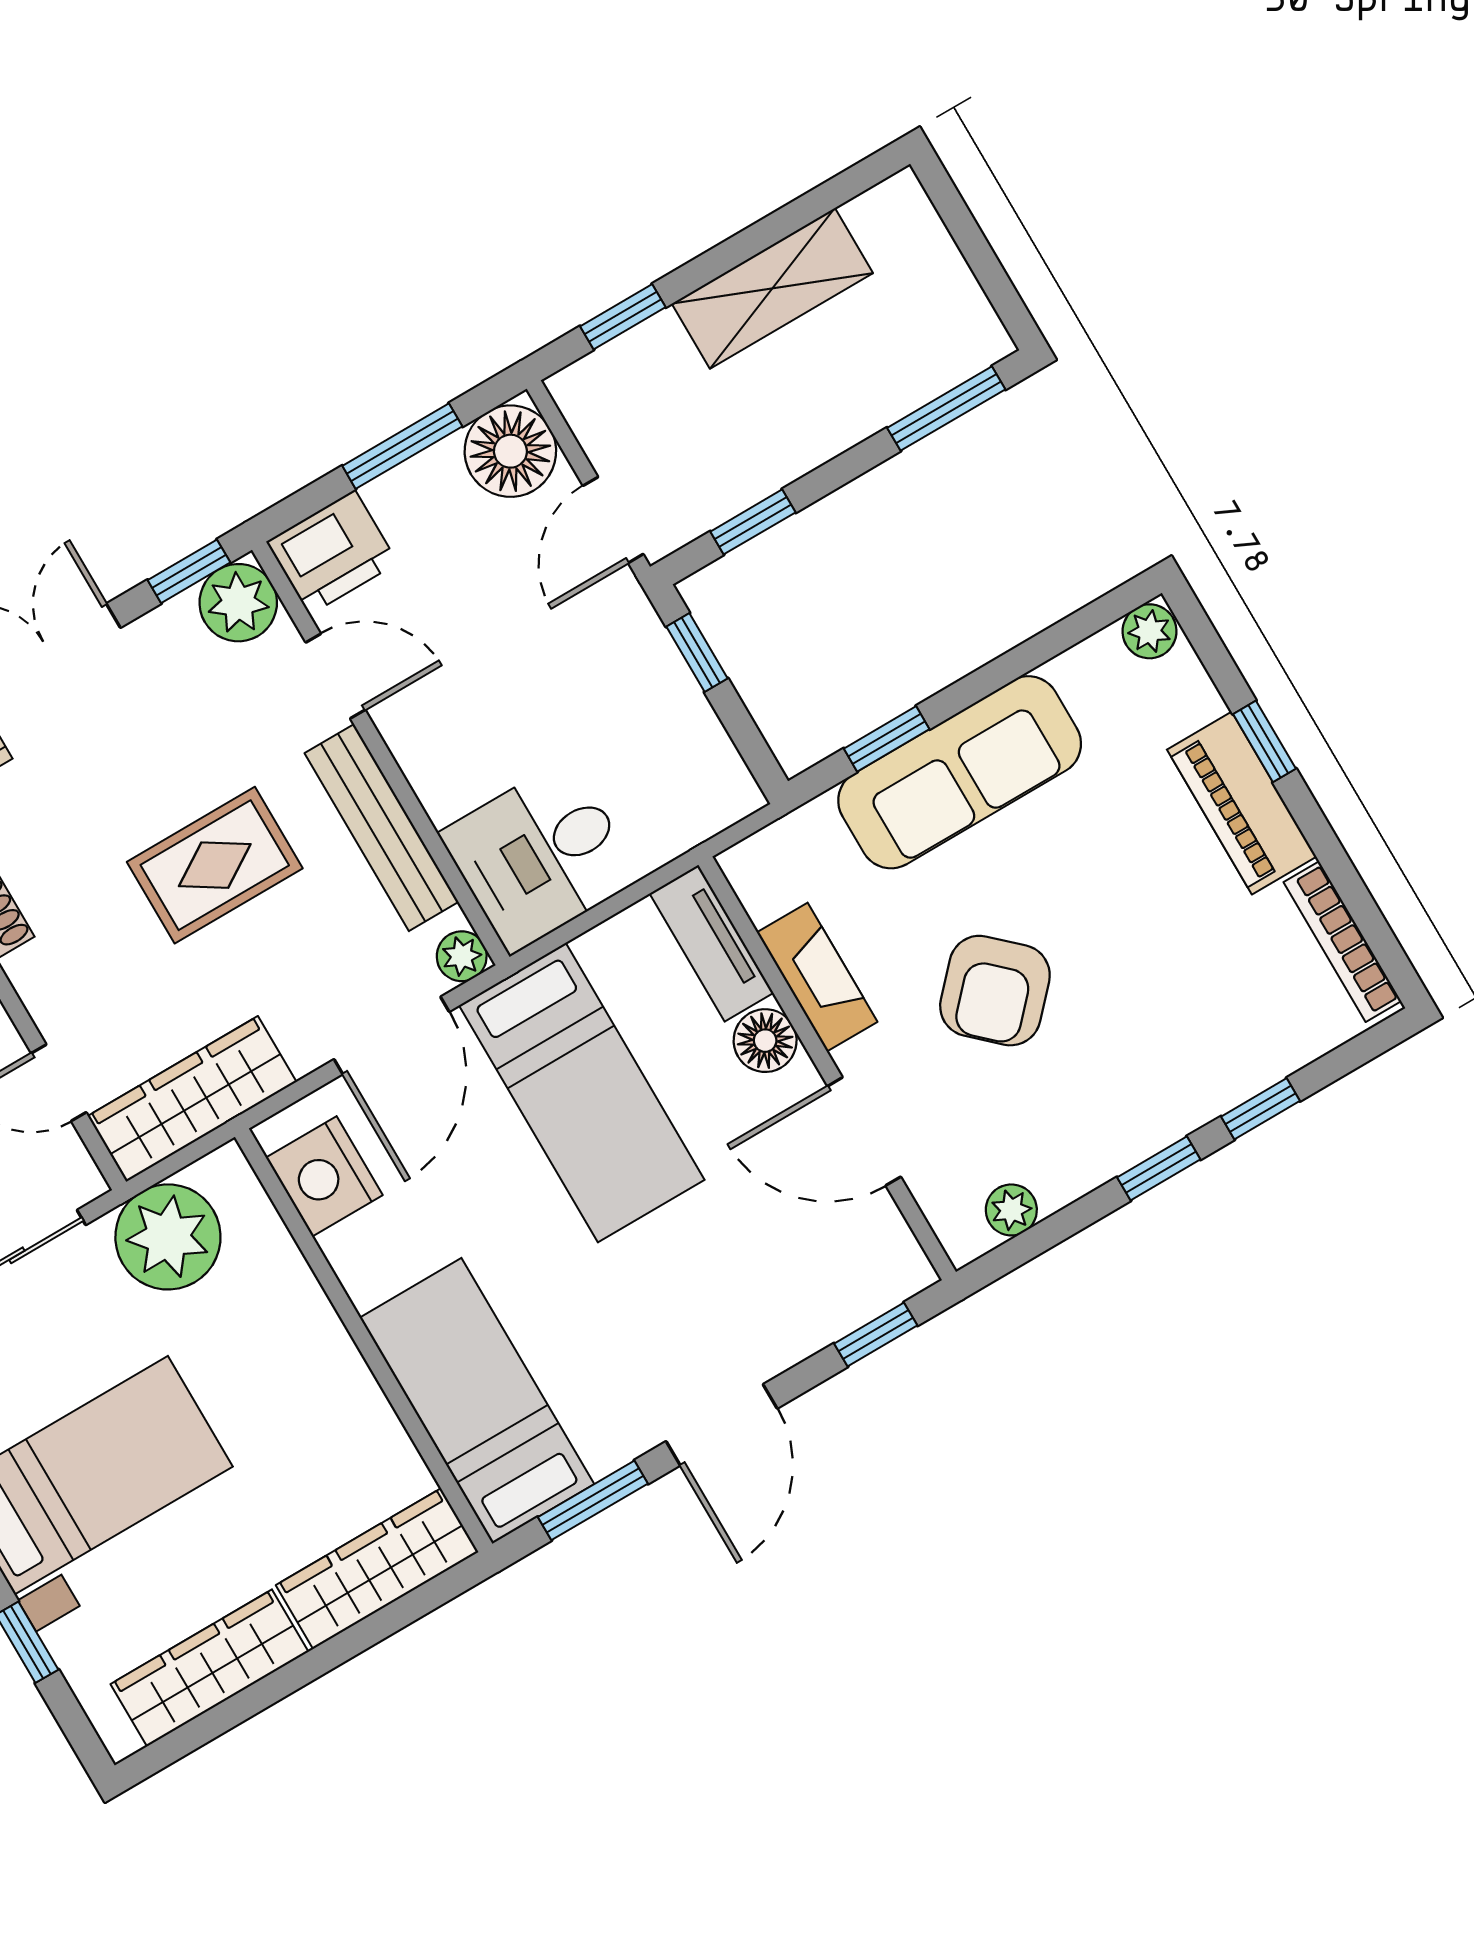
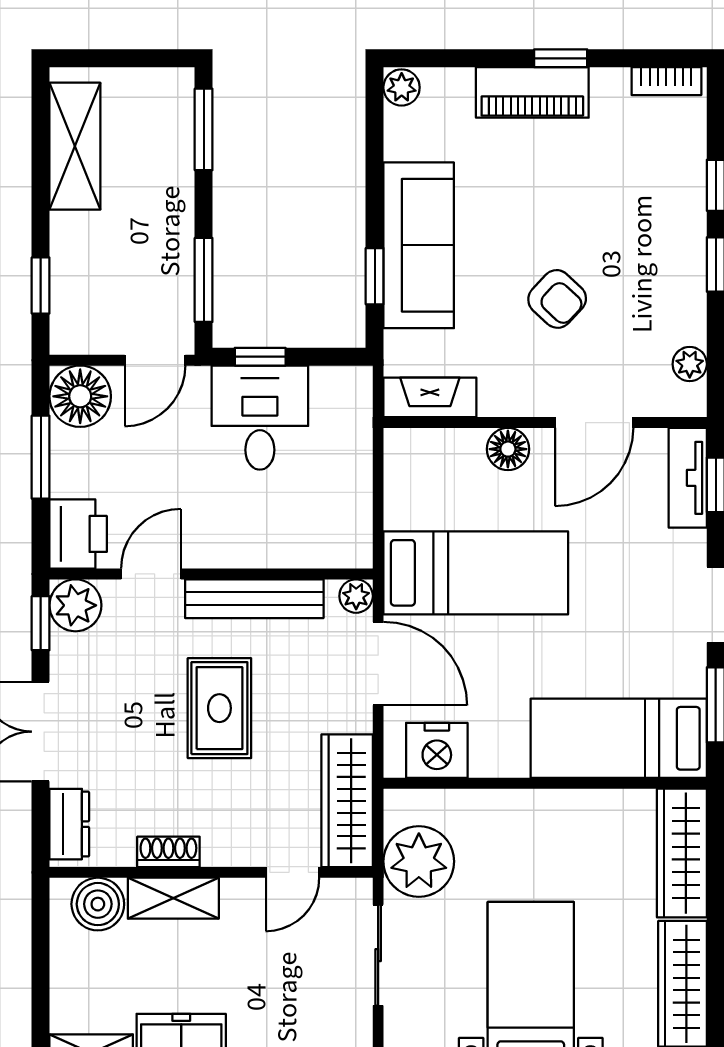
shelving: (772, 288) -> (75, 146), moved
door: (613, 520) -> (155, 360), hinge flipped
window: (753, 522) -> (204, 280), width x1.50
window: (1264, 741) -> (561, 58), moved
desk: (540, 856) -> (260, 418), moved, turned 180
bookcase: (1342, 942) -> (666, 81), width x0.64
tv unit: (712, 943) -> (688, 478), moved, turned 90
fireplace: (817, 977) -> (430, 397), moved
armchair: (995, 991) -> (557, 299), width x0.72, depth x0.72

